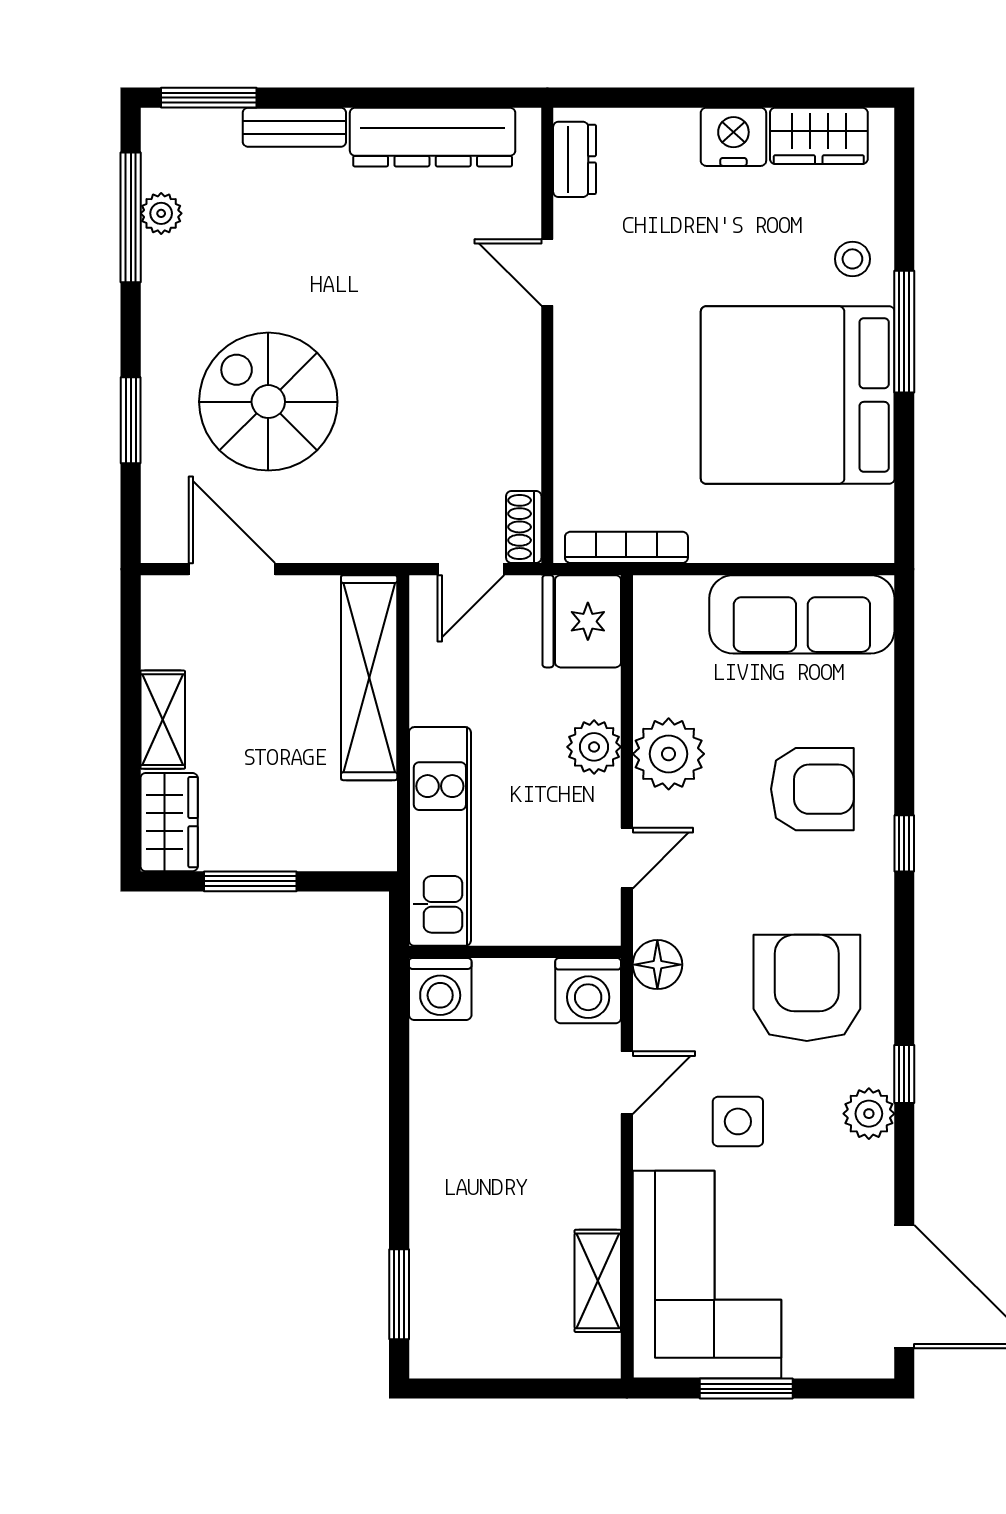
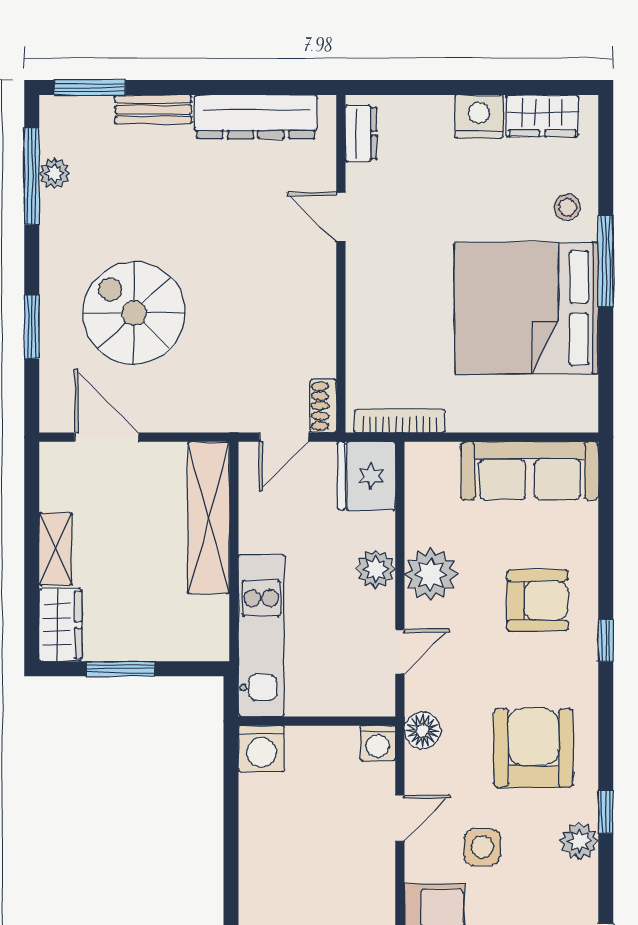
washing machine: (588, 991) -> (378, 743), width x0.73, depth x0.73

